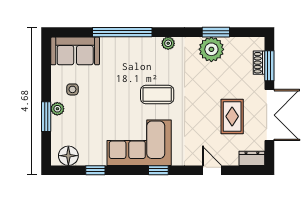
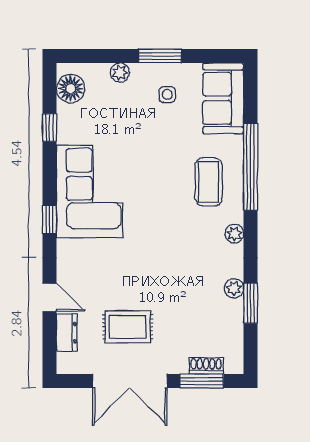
plant: (211, 49) -> (234, 288), width x0.53, depth x0.53
coffee table: (157, 95) -> (209, 182), moved
plant: (57, 109) -> (120, 73), moved
window: (46, 117) -> (160, 56), moved
dresser: (252, 158) -> (67, 333), moved
door: (212, 170) -> (49, 297), hinge flipped

